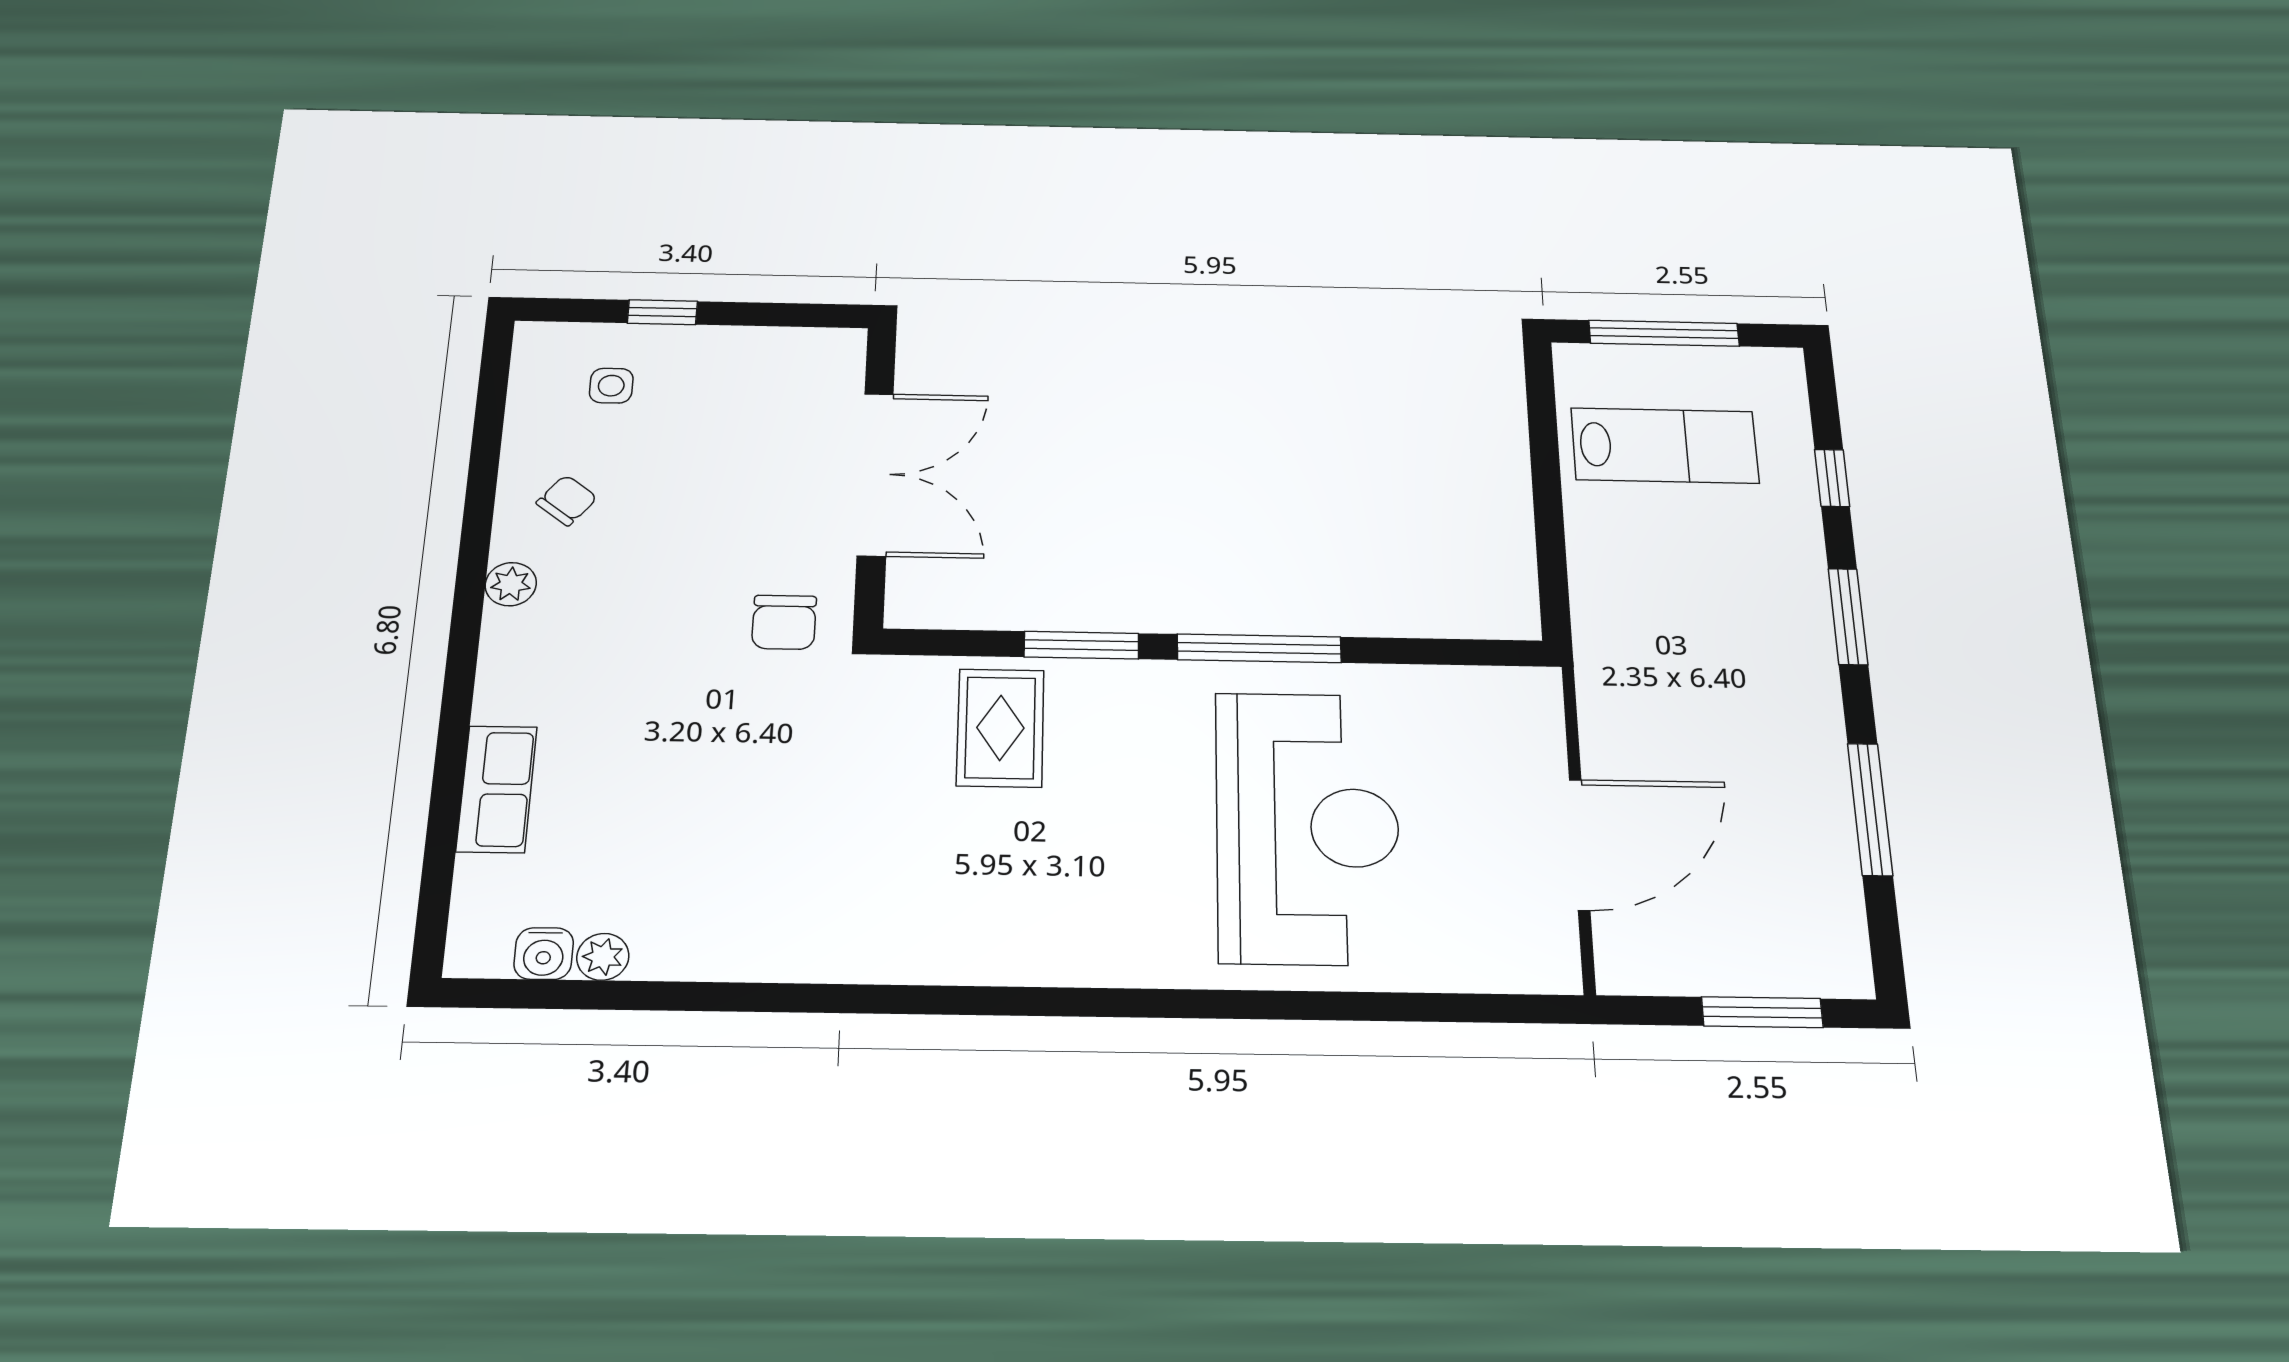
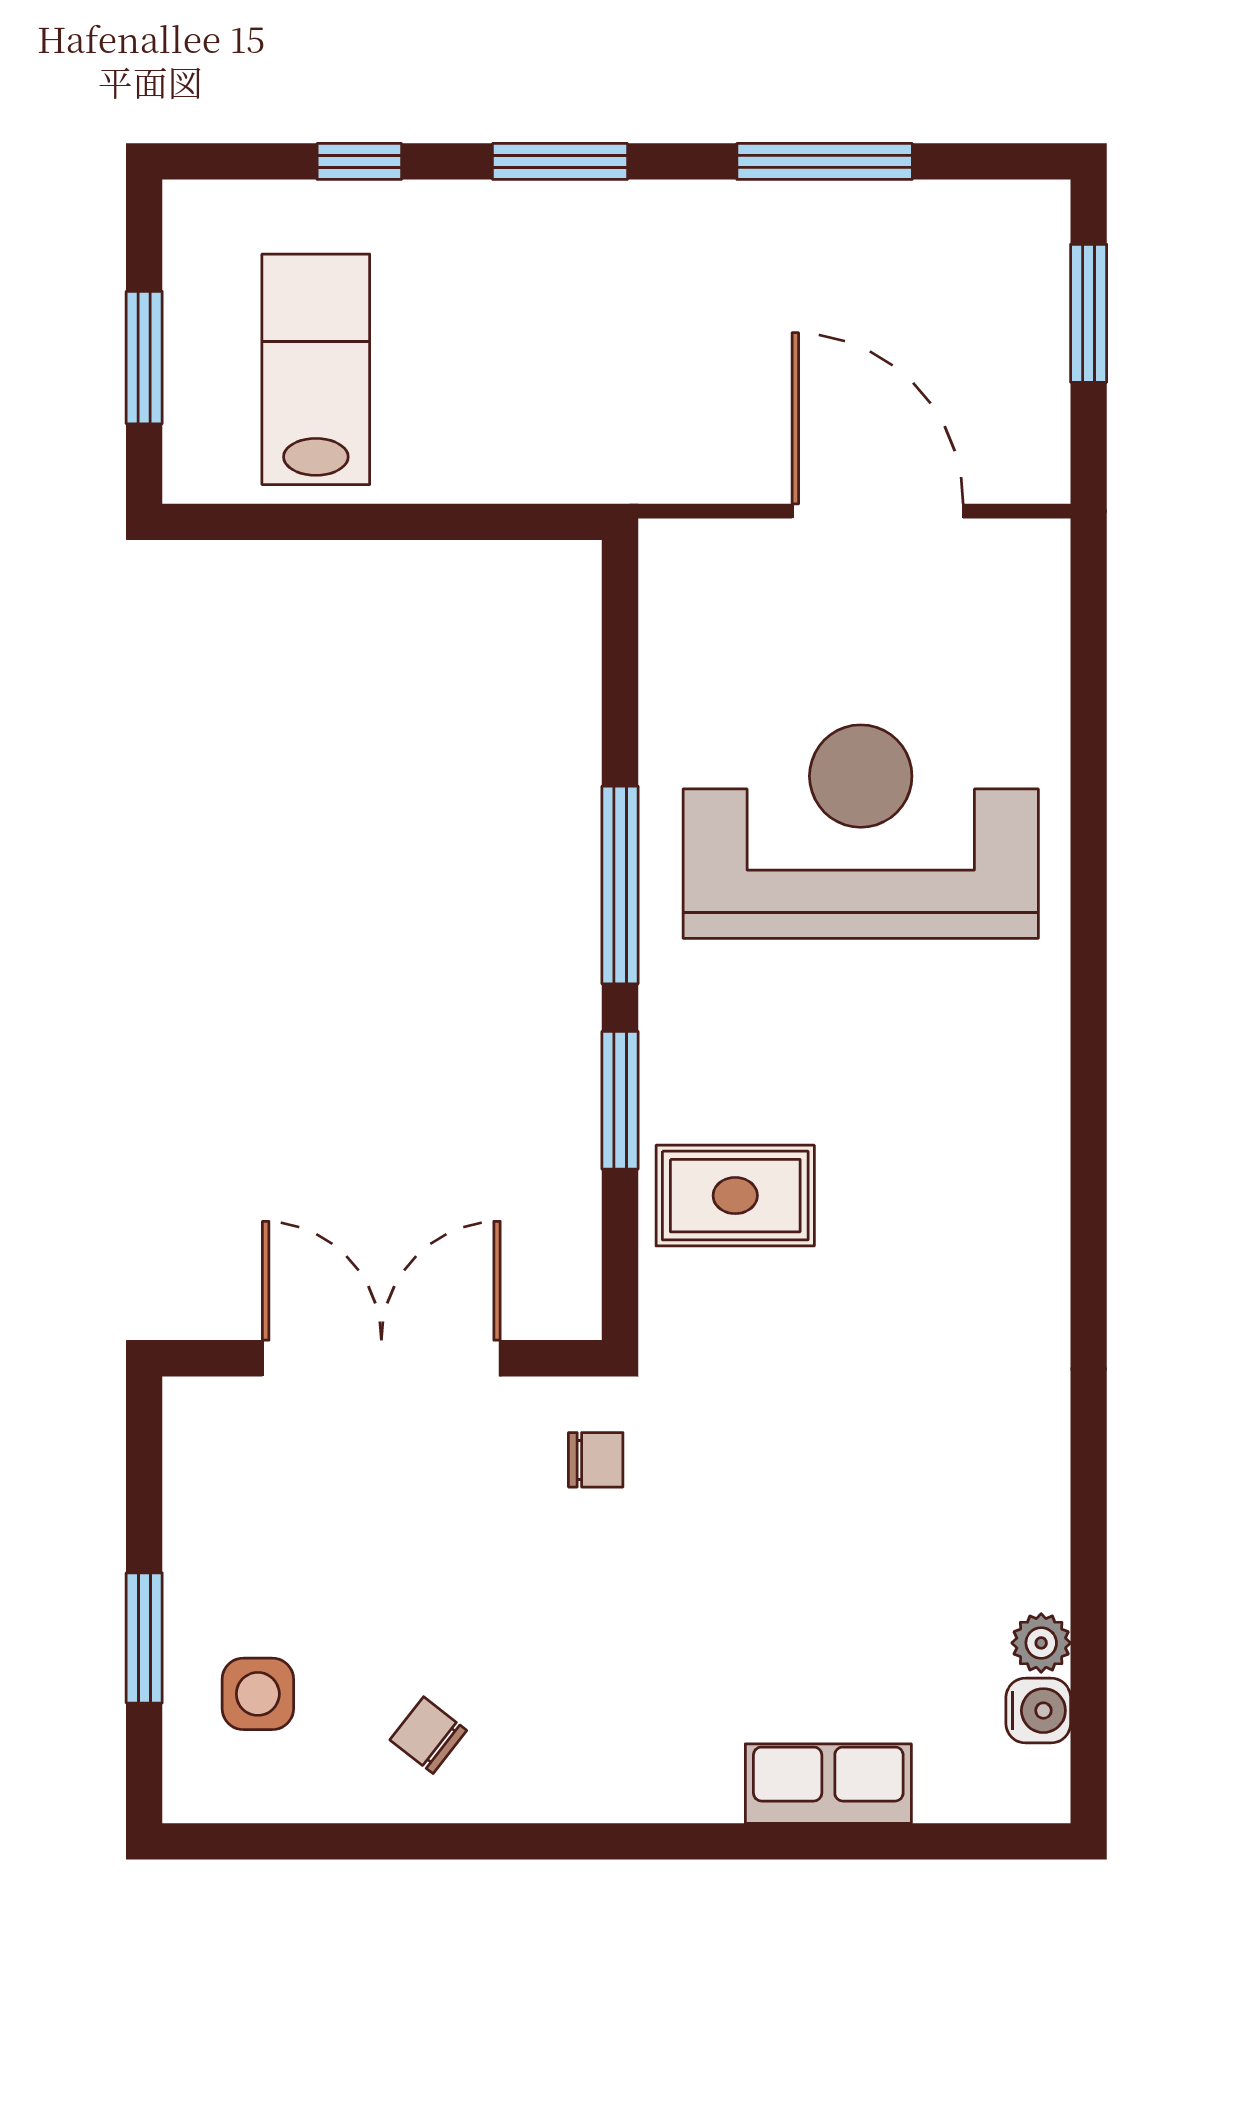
window: (662, 312) -> (144, 1638), width x1.50
window: (1664, 333) -> (144, 358), width x0.69
side table: (611, 386) -> (258, 1694), width x1.37, depth x1.37
plant: (511, 584) -> (549, 1793), removed
chair: (784, 622) -> (596, 1460), width x0.73, depth x0.73

